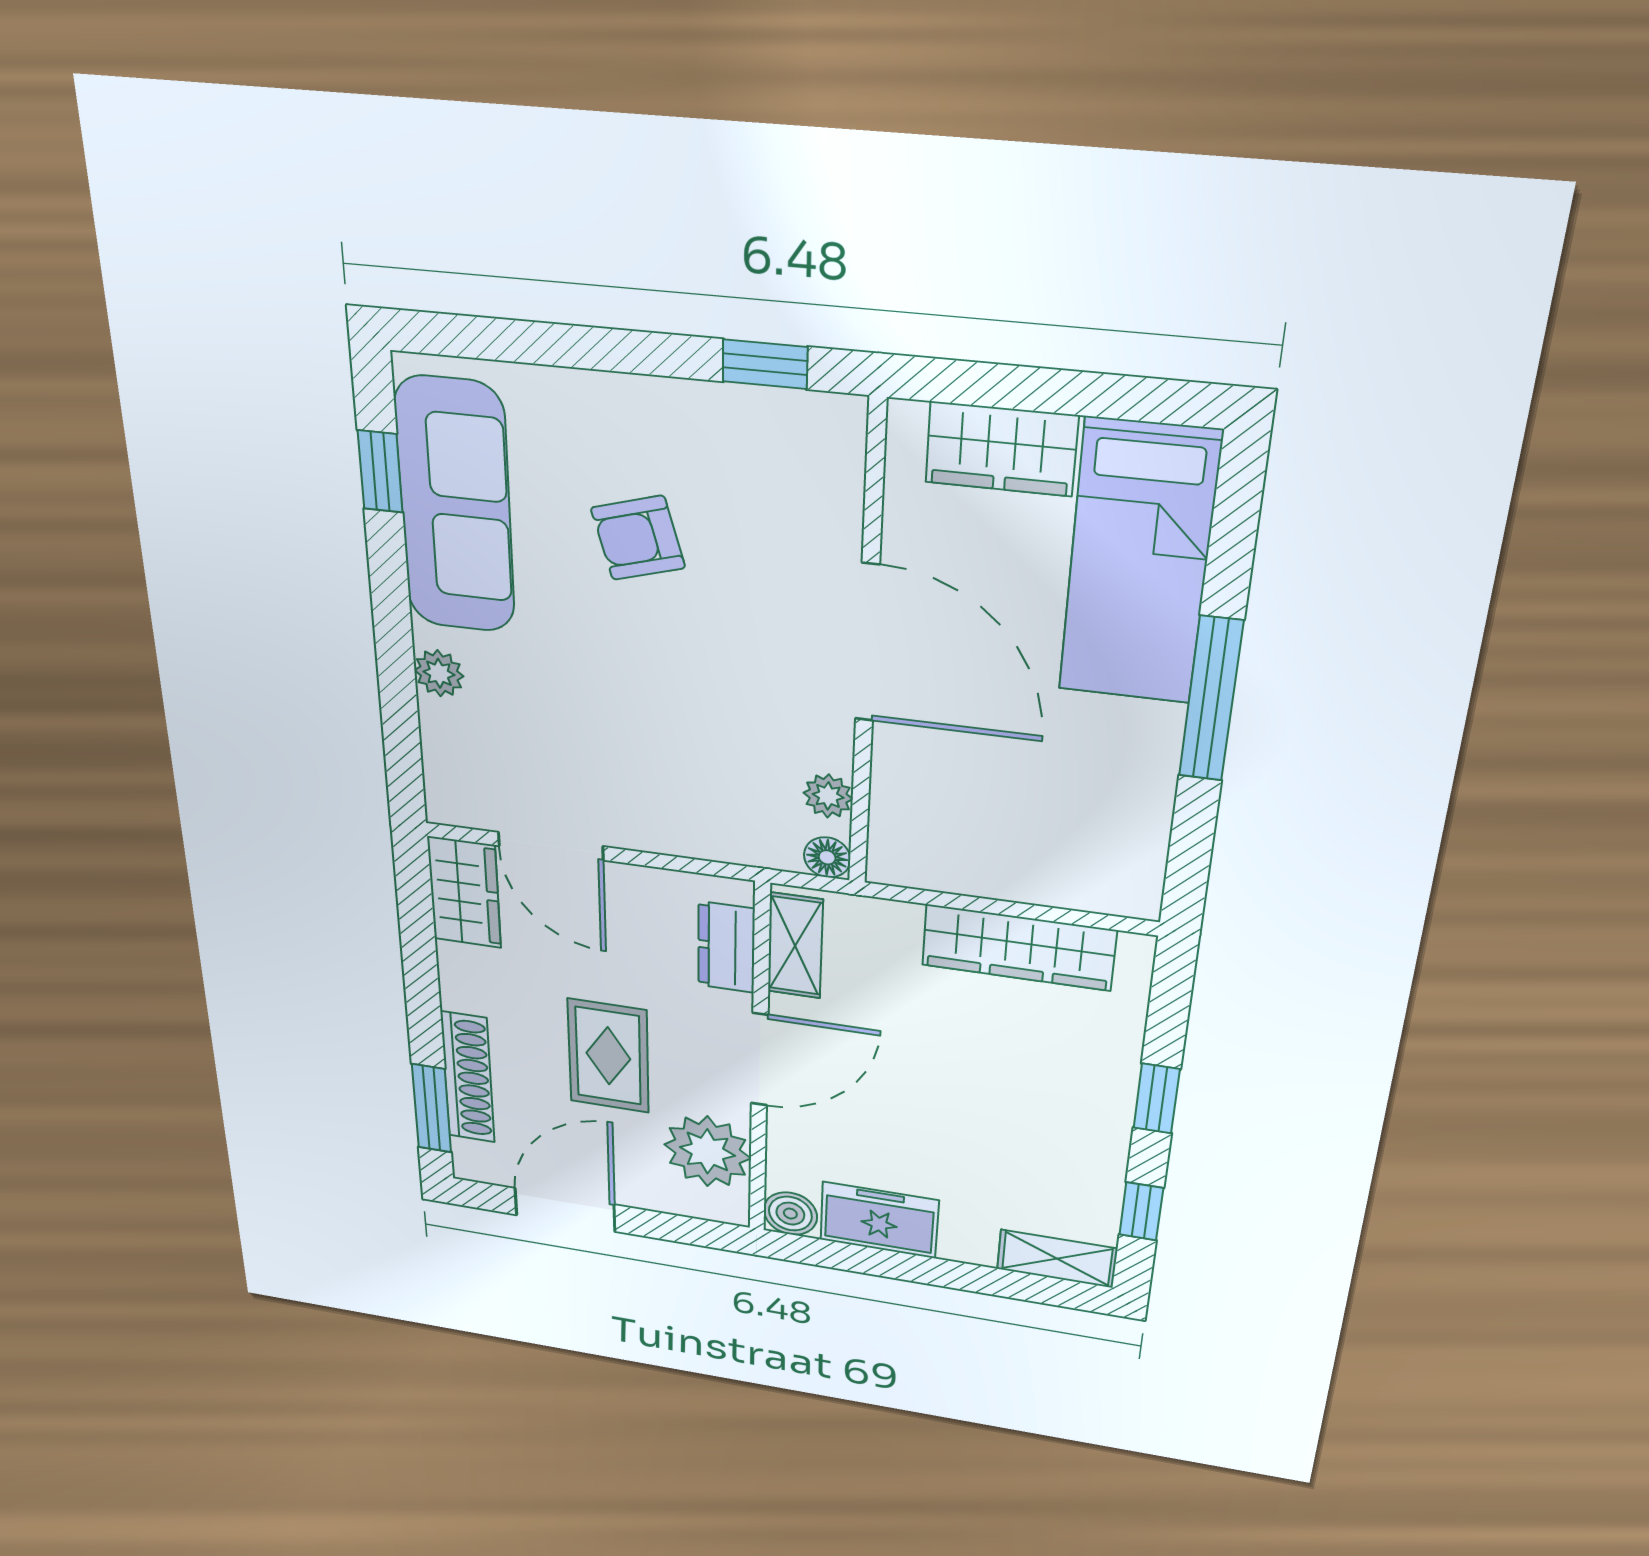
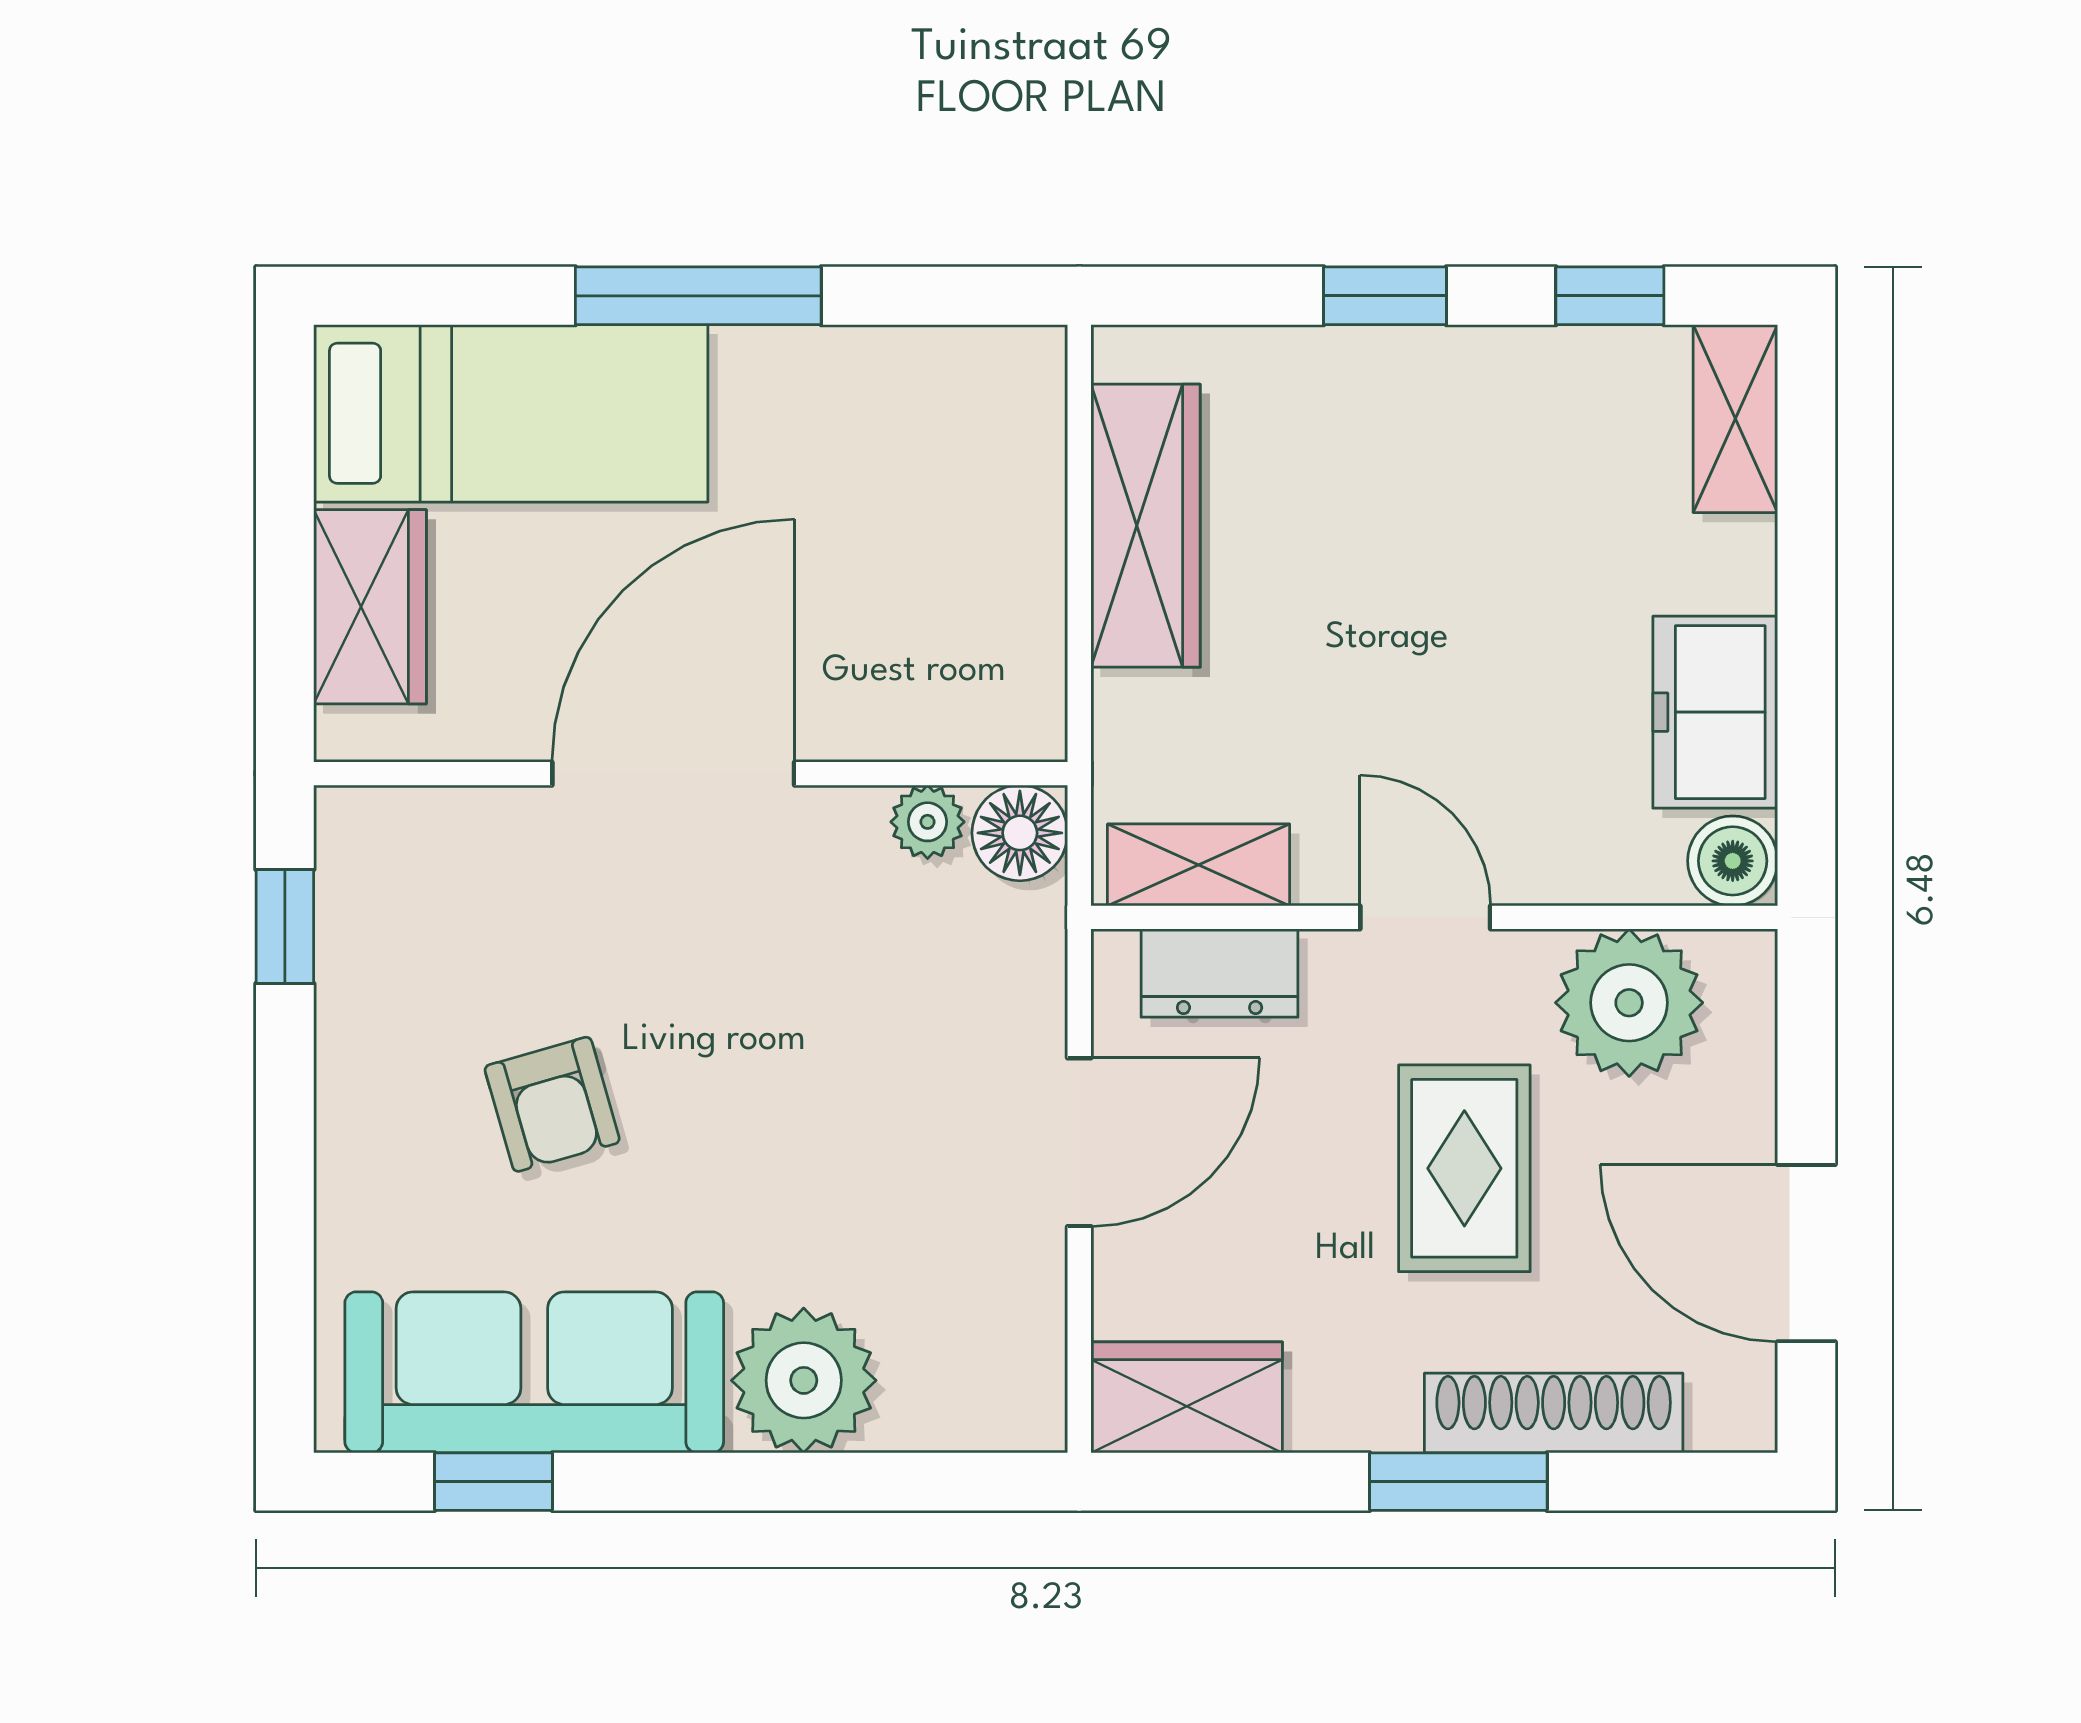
plant: (439, 673) -> (804, 1380), width x1.87, depth x1.87
door: (551, 846) -> (1079, 1142), moved
floor lamp: (827, 857) -> (1020, 833), width x1.37, depth x1.37
rug: (608, 1056) -> (1464, 1168), turned 90
door: (760, 1059) -> (1425, 917), width x0.73
window: (432, 1108) -> (1458, 1482), moved

